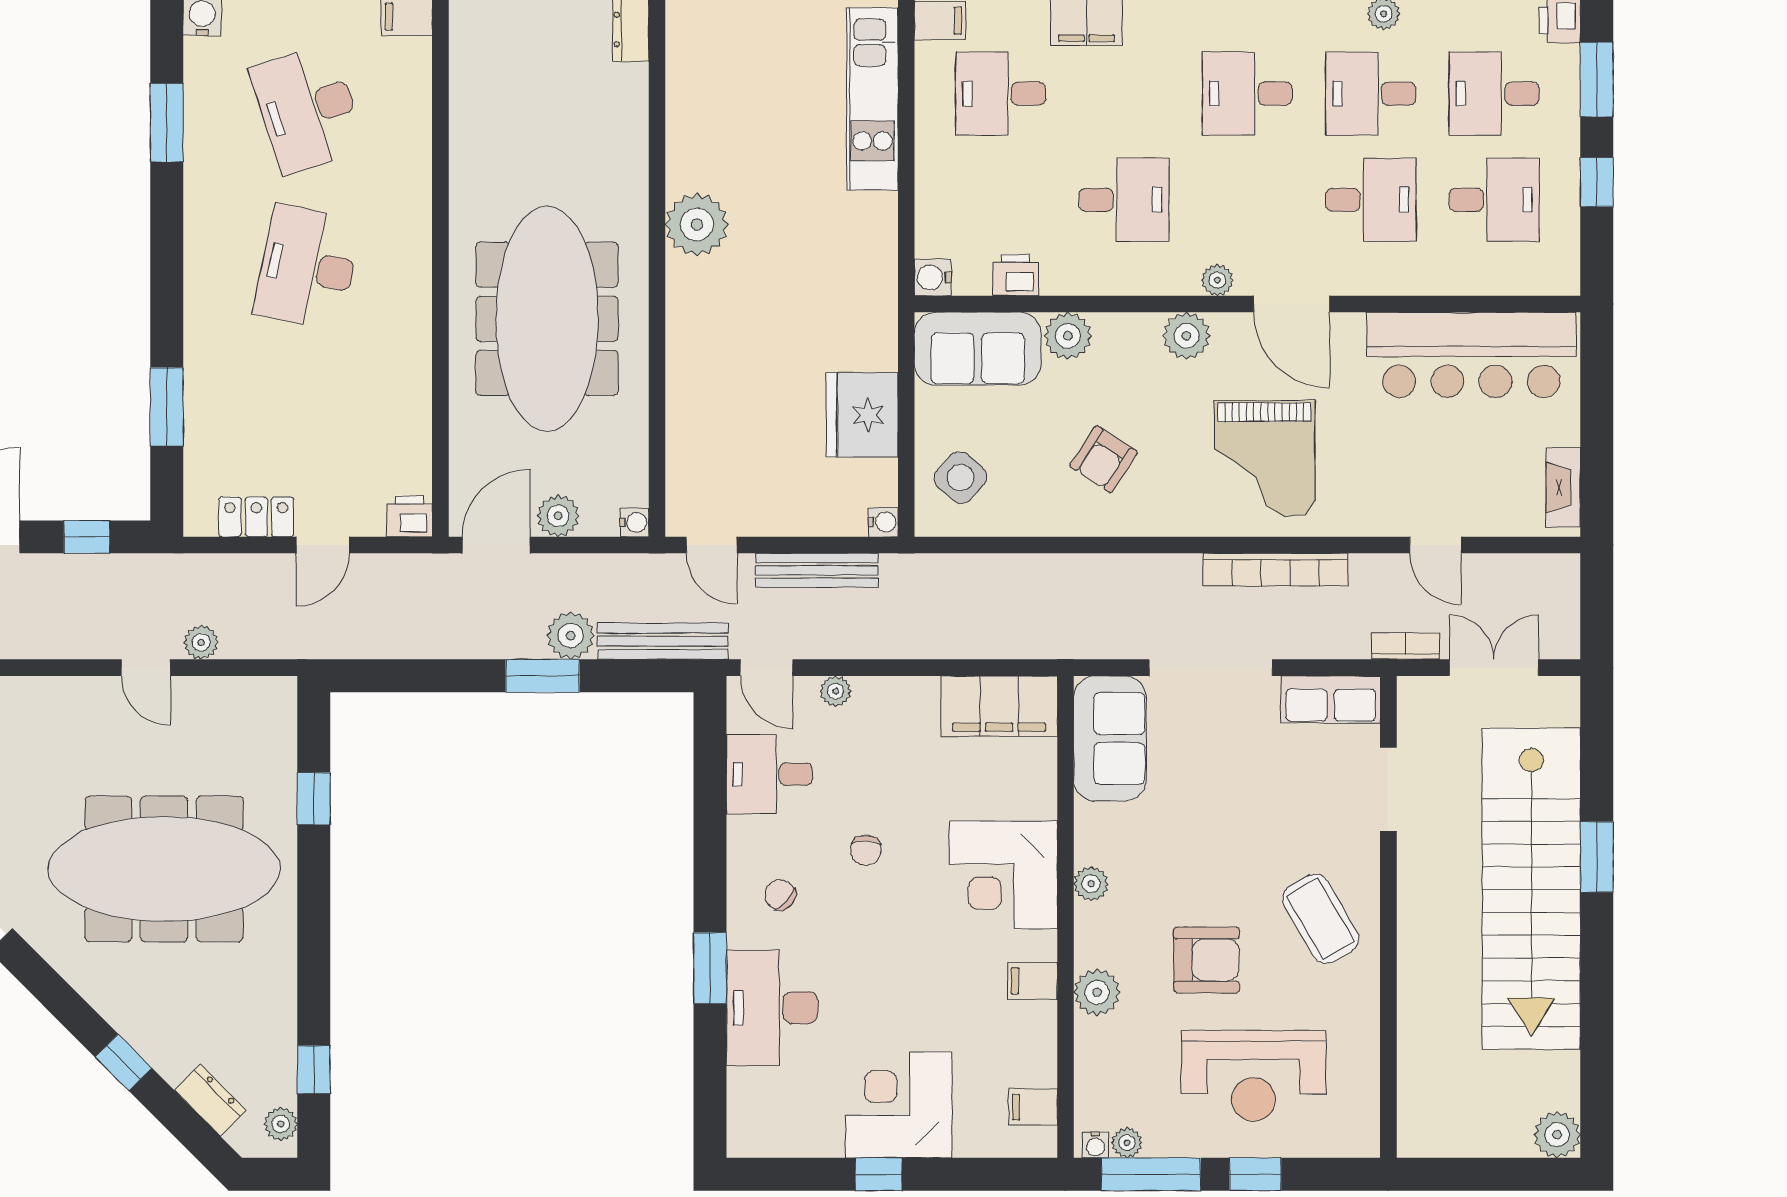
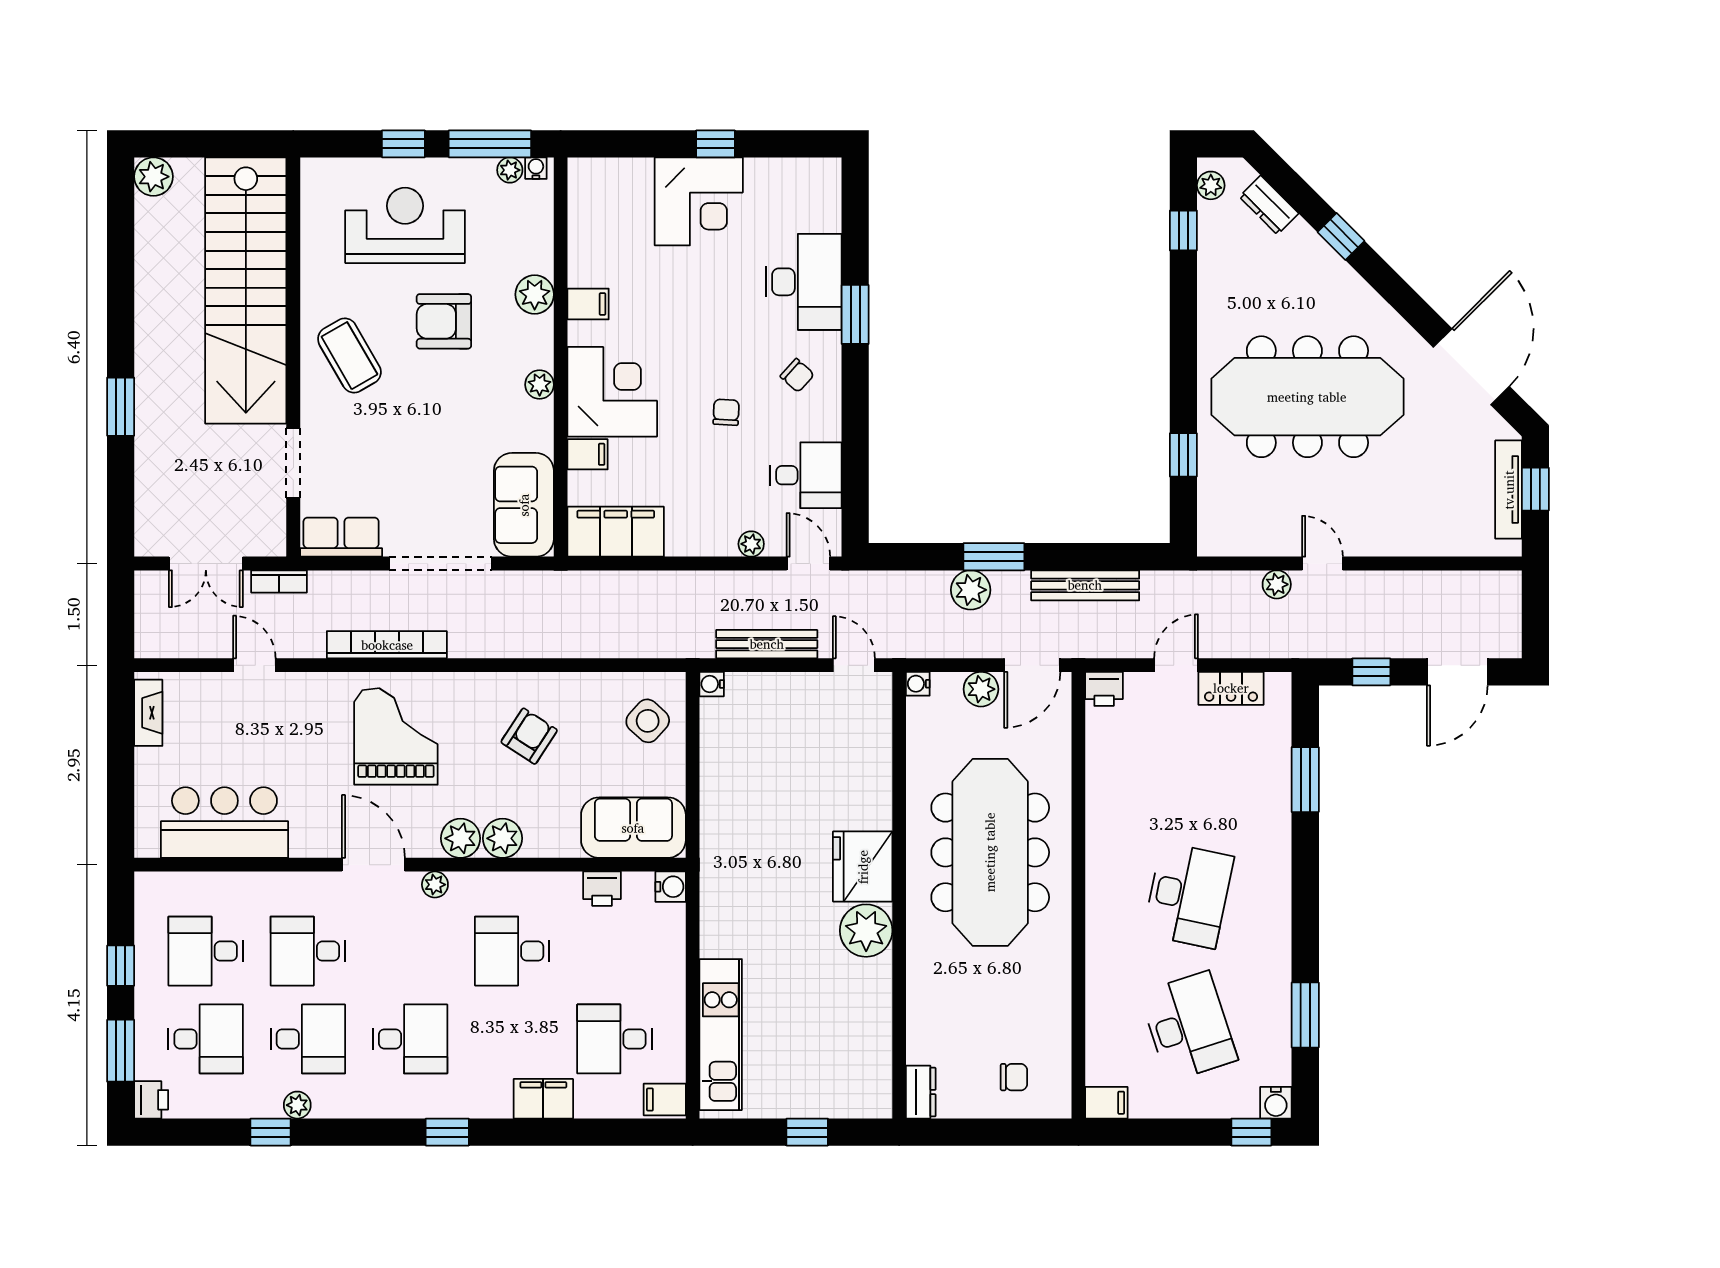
chair: (518, 47) -> (1014, 1077), added
desk: (1001, 94) -> (614, 1039), turned 180
plant: (1068, 336) -> (502, 838), moved
bar counter: (1471, 355) -> (224, 823), width x0.73
fridge: (862, 415) -> (863, 867), moved, turned 180
bench: (663, 641) -> (1085, 585), moved
stairs: (1531, 889) -> (246, 290), moved, turned 180
filing cabinet: (1033, 1107) -> (588, 454), moved

